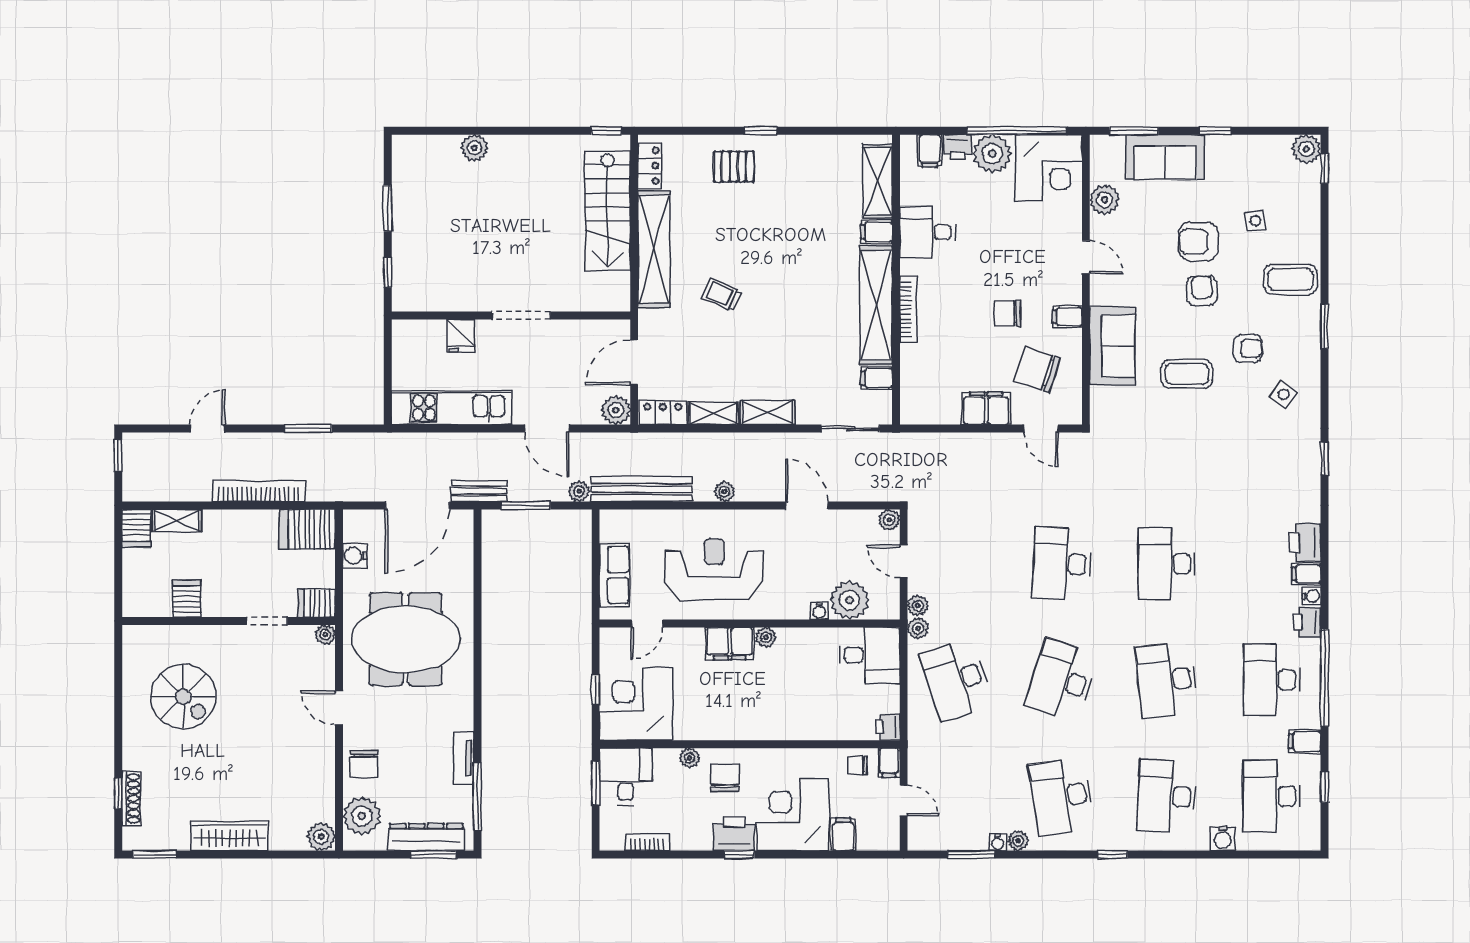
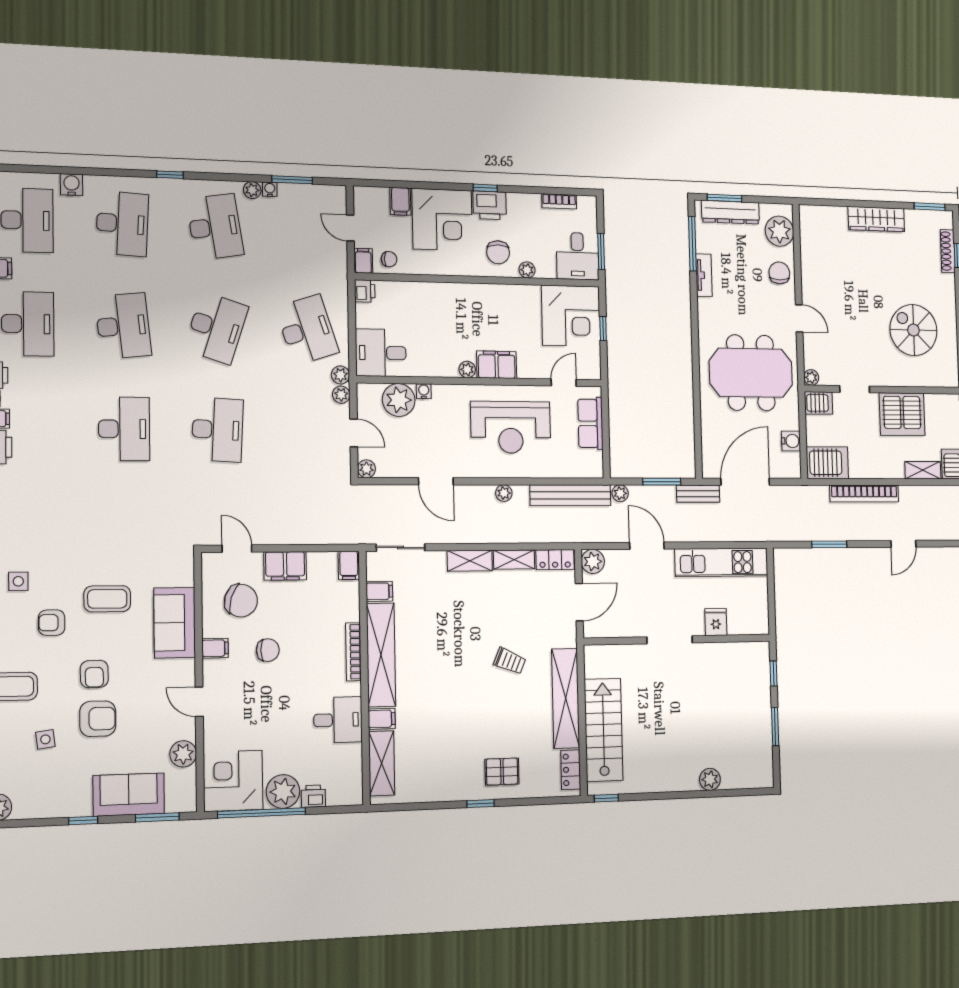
filing cabinet: (930, 151) -> (349, 565), moved, turned 180
side table: (1283, 394) -> (18, 581), turned -36
server rack: (187, 599) -> (902, 414), width x2.18, depth x1.44
plant: (321, 837) -> (809, 216), removed

